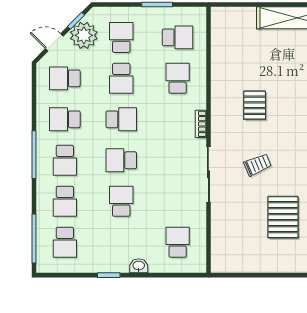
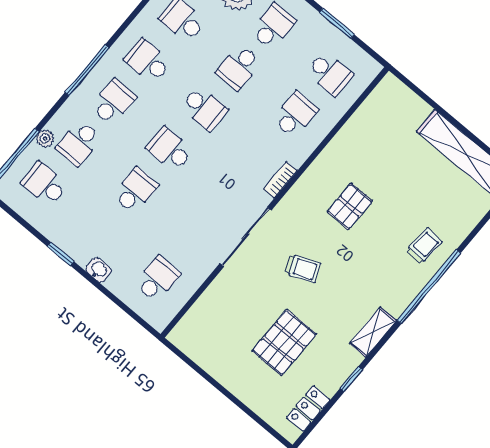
school desk: (65, 160) -> (113, 102), turned 180
plant: (43, 215) -> (45, 139), added
school desk: (65, 242) -> (44, 184), turned 90

